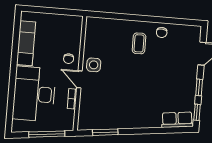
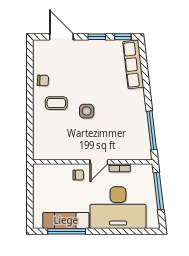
window: (16, 43) -> (67, 231), added
side table: (94, 65) -> (87, 111), moved
row of seats: (177, 120) -> (133, 64), width x1.48
window: (105, 132) -> (152, 130), width x1.44

